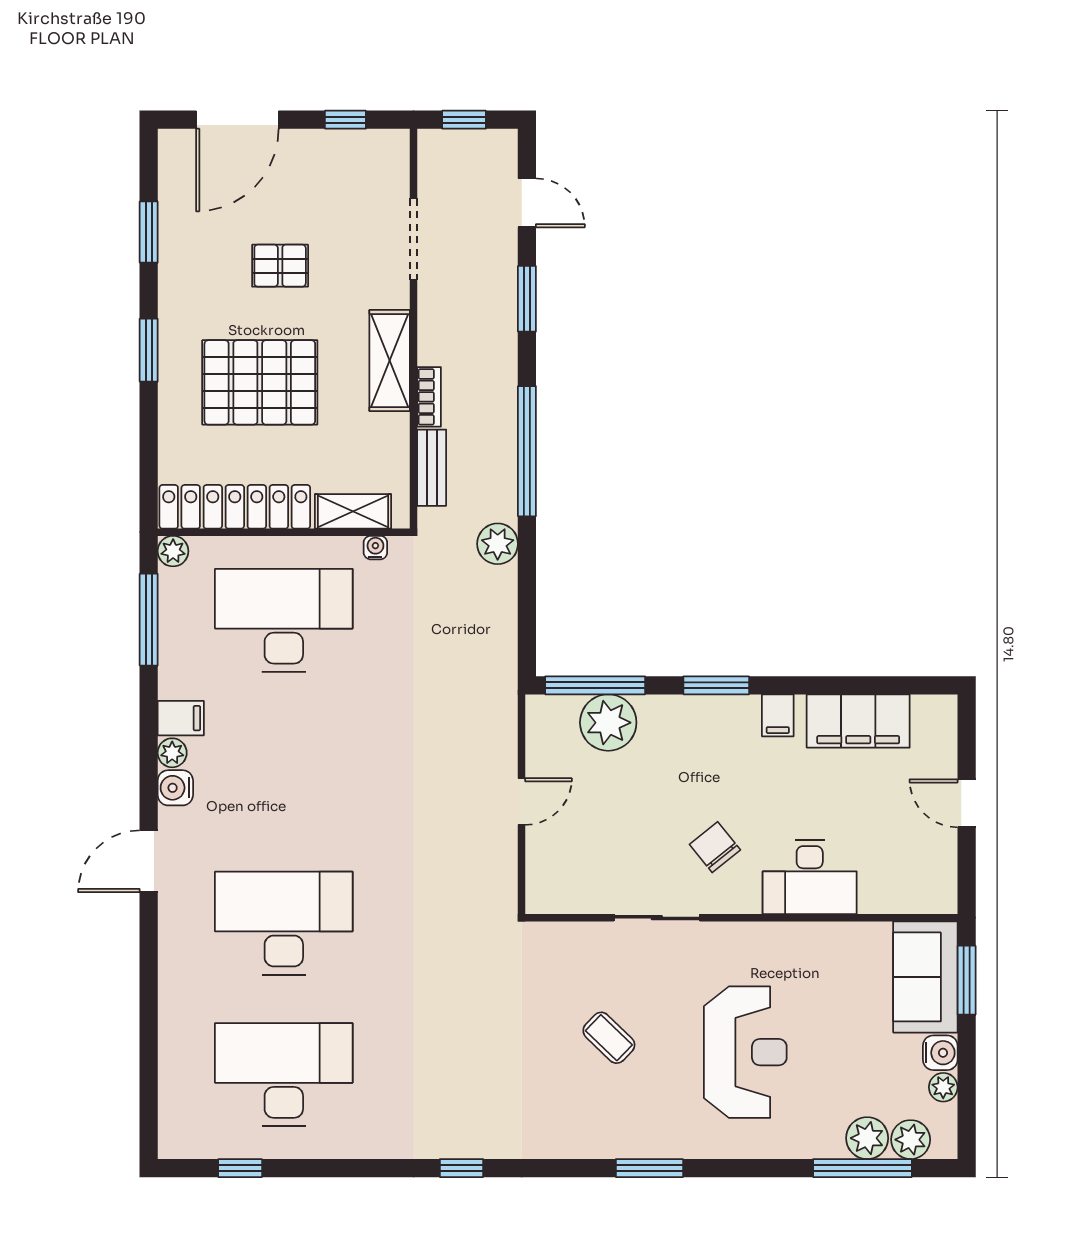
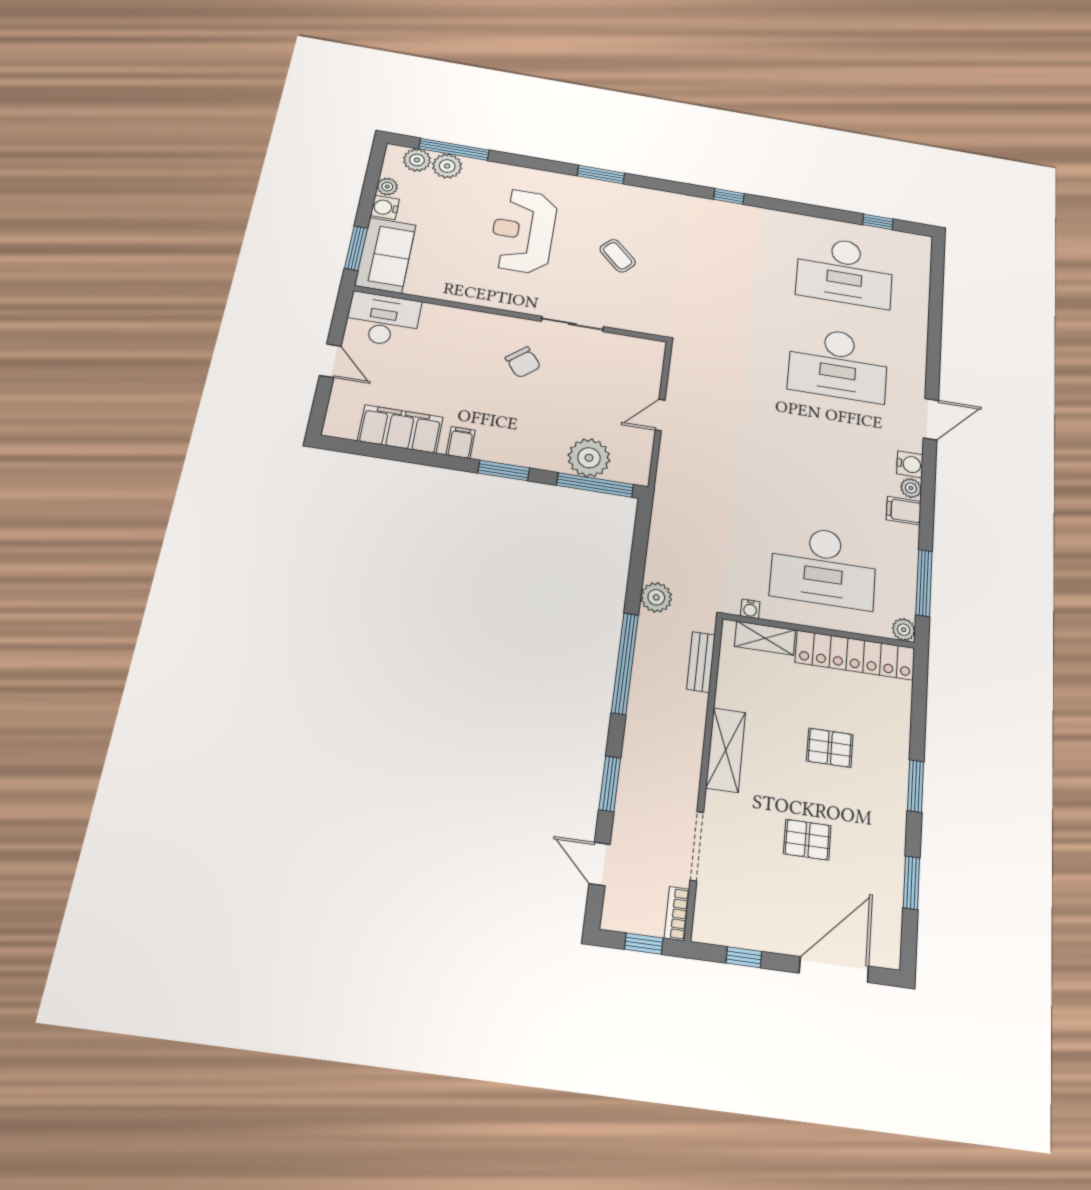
pallet: (260, 382) -> (830, 748), width x0.49, depth x0.50
bookcase: (429, 397) -> (677, 914), moved
desk: (810, 877) -> (383, 320), moved

